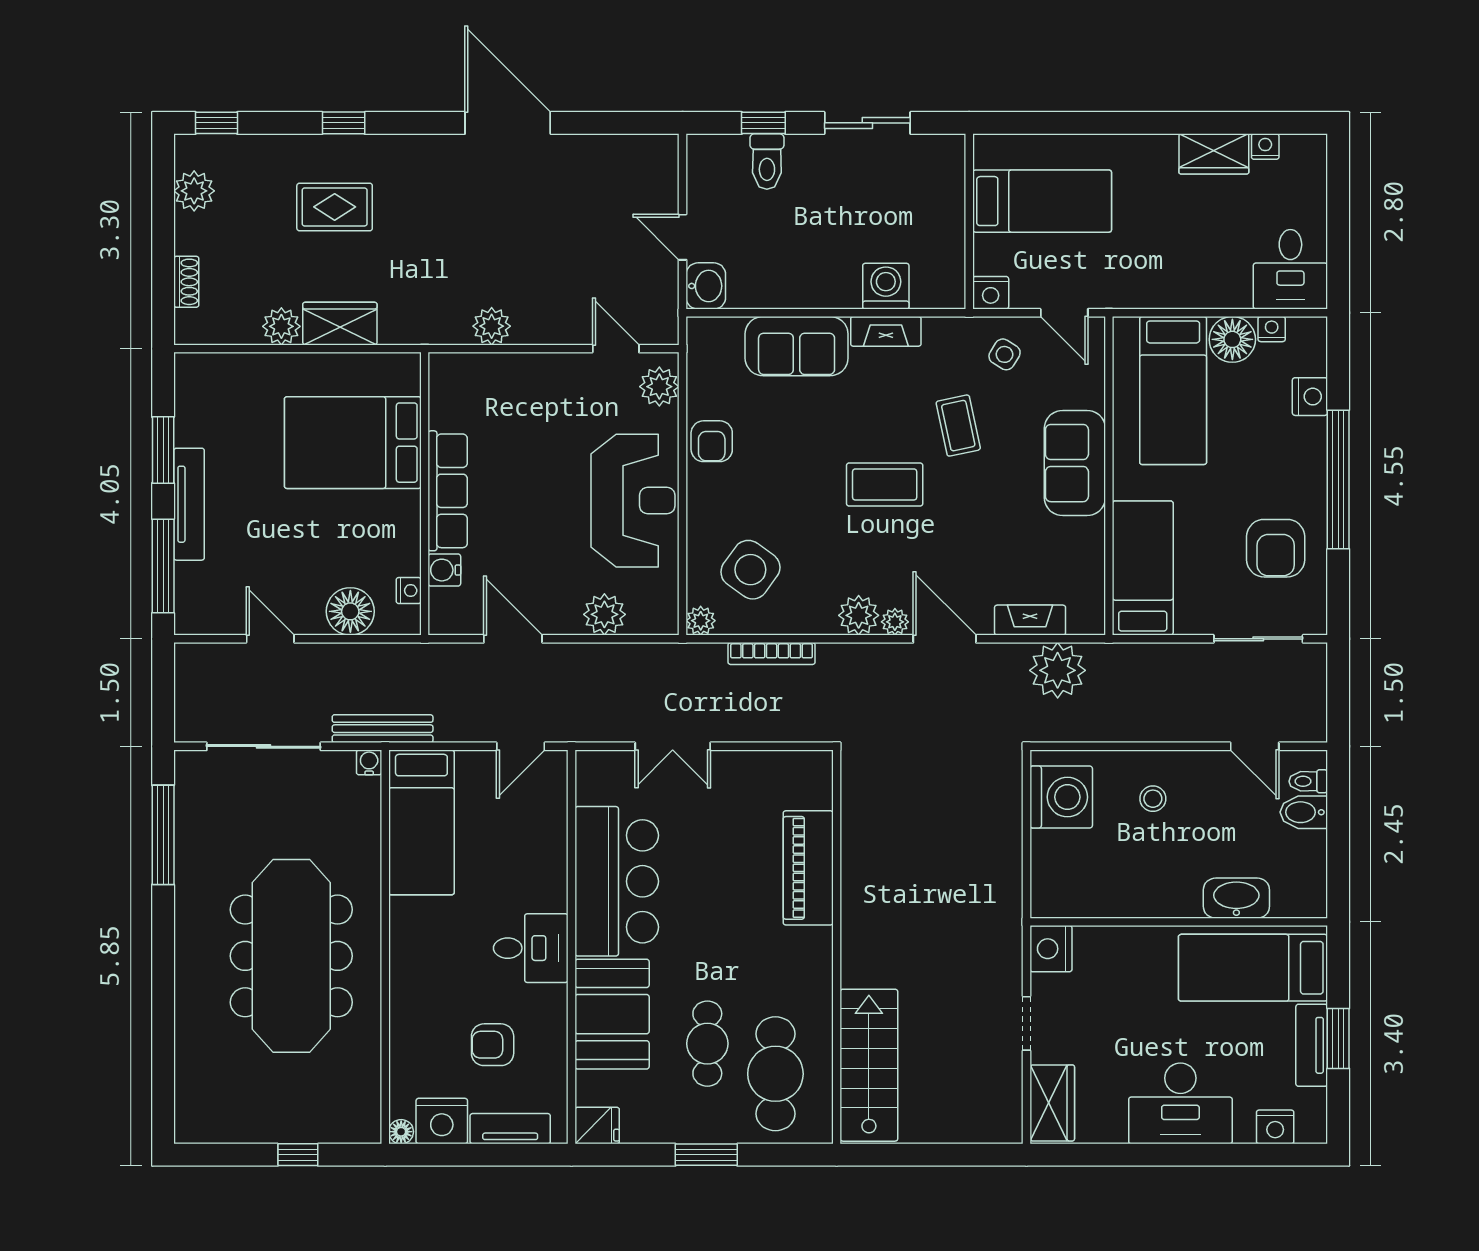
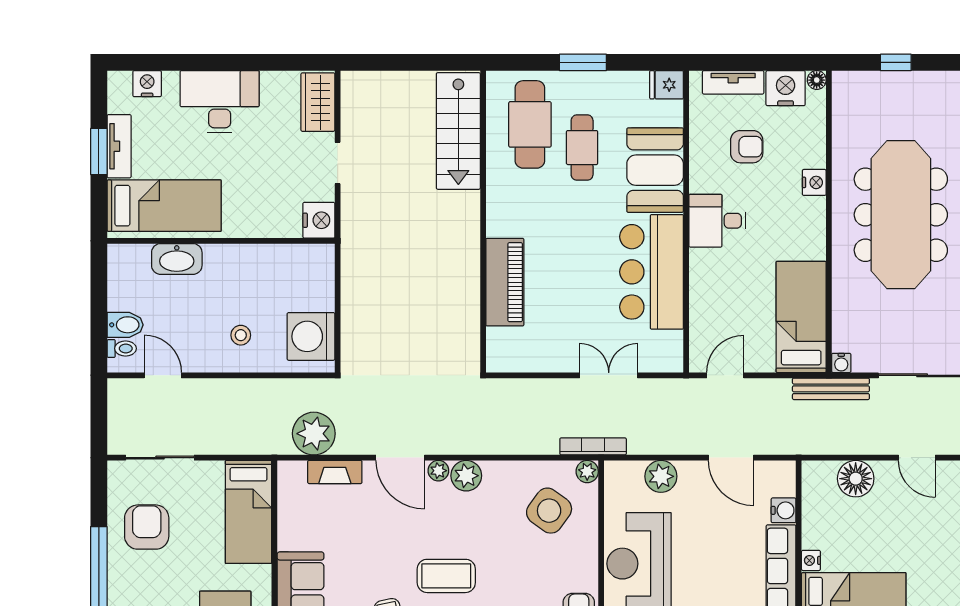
nightstand: (409, 591) -> (811, 560), moved
bookcase: (772, 654) -> (593, 446), moved
nightstand: (404, 998) -> (814, 182), added

